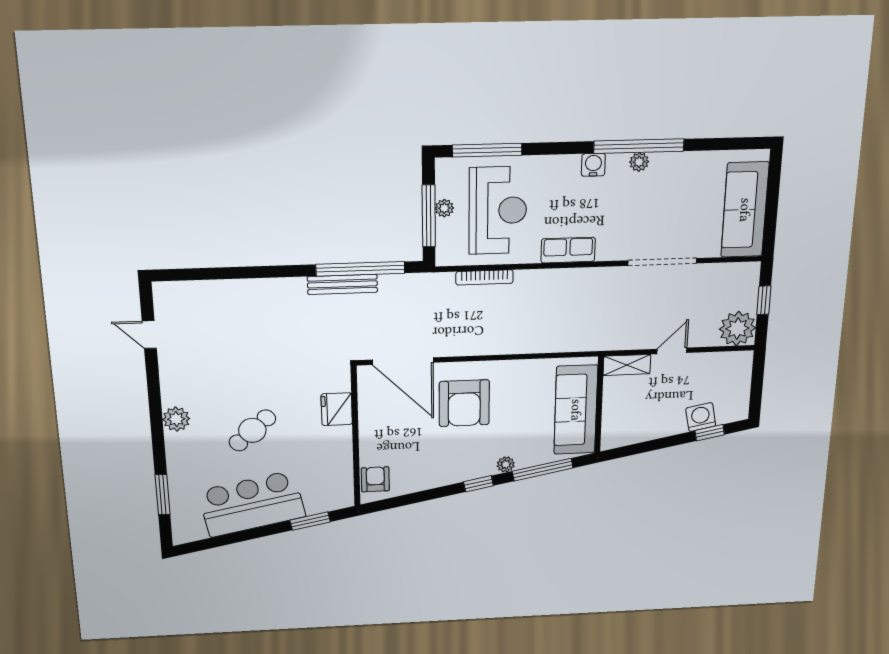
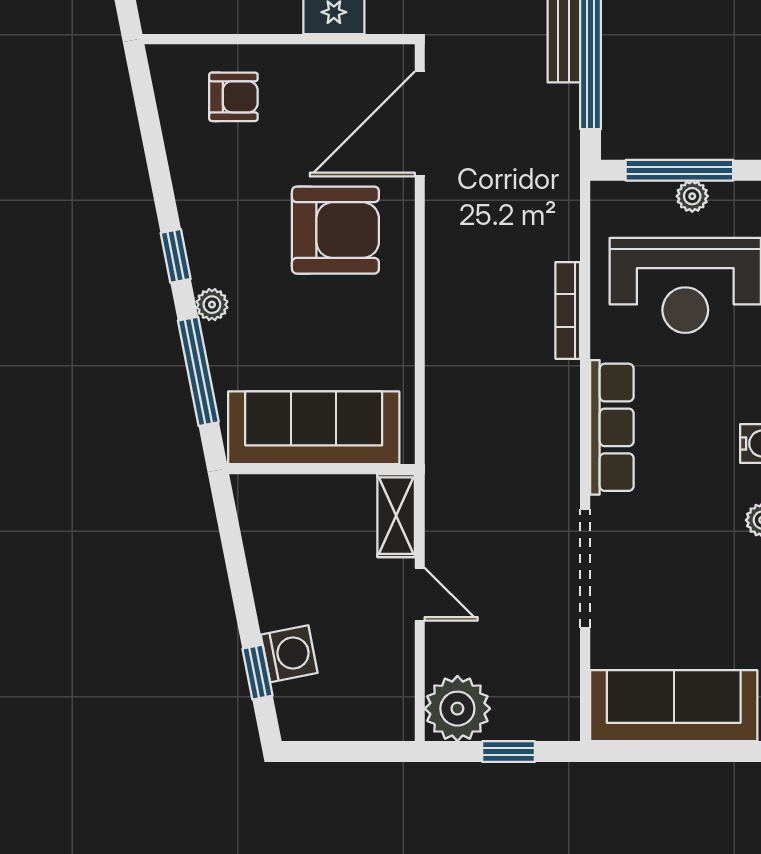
row of seats: (568, 250) -> (612, 427), width x1.48
bookcase: (484, 277) -> (568, 310), moved
armchair: (464, 403) -> (335, 230), turned 180
armchair: (375, 479) -> (233, 97), moved

